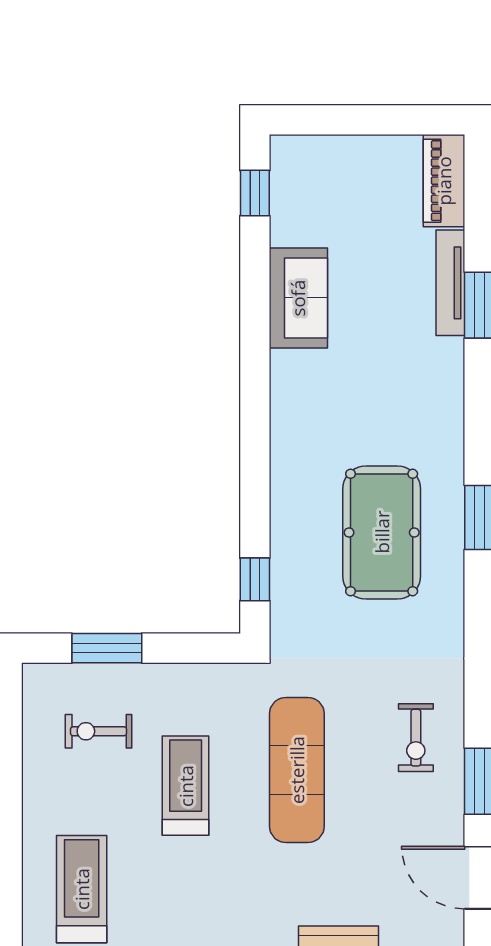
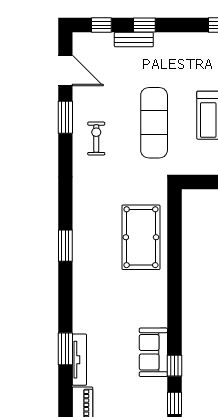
pool table: (382, 532) -> (141, 237), moved
window: (255, 579) -> (174, 366), moved

